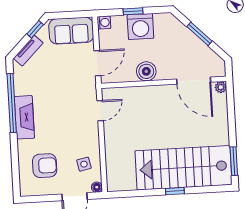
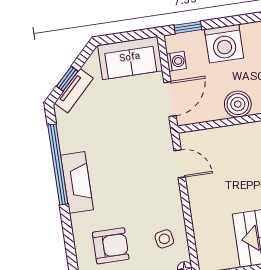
window: (133, 11) -> (188, 27), moved
washing machine: (104, 22) -> (176, 61), moved
window: (35, 29) -> (67, 79), moved
door: (100, 111) -> (180, 164), hinge flipped

